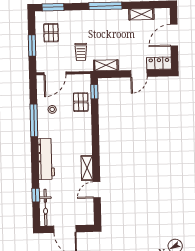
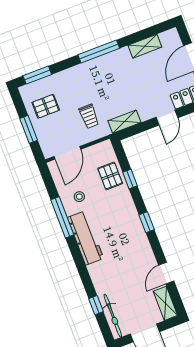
pallet: (51, 33) -> (46, 106), turned 90
window: (94, 92) -> (130, 179), moved
window: (96, 147) -> (147, 222), added
workbench: (46, 159) -> (85, 238), moved
shelving: (87, 168) -> (165, 303), moved

